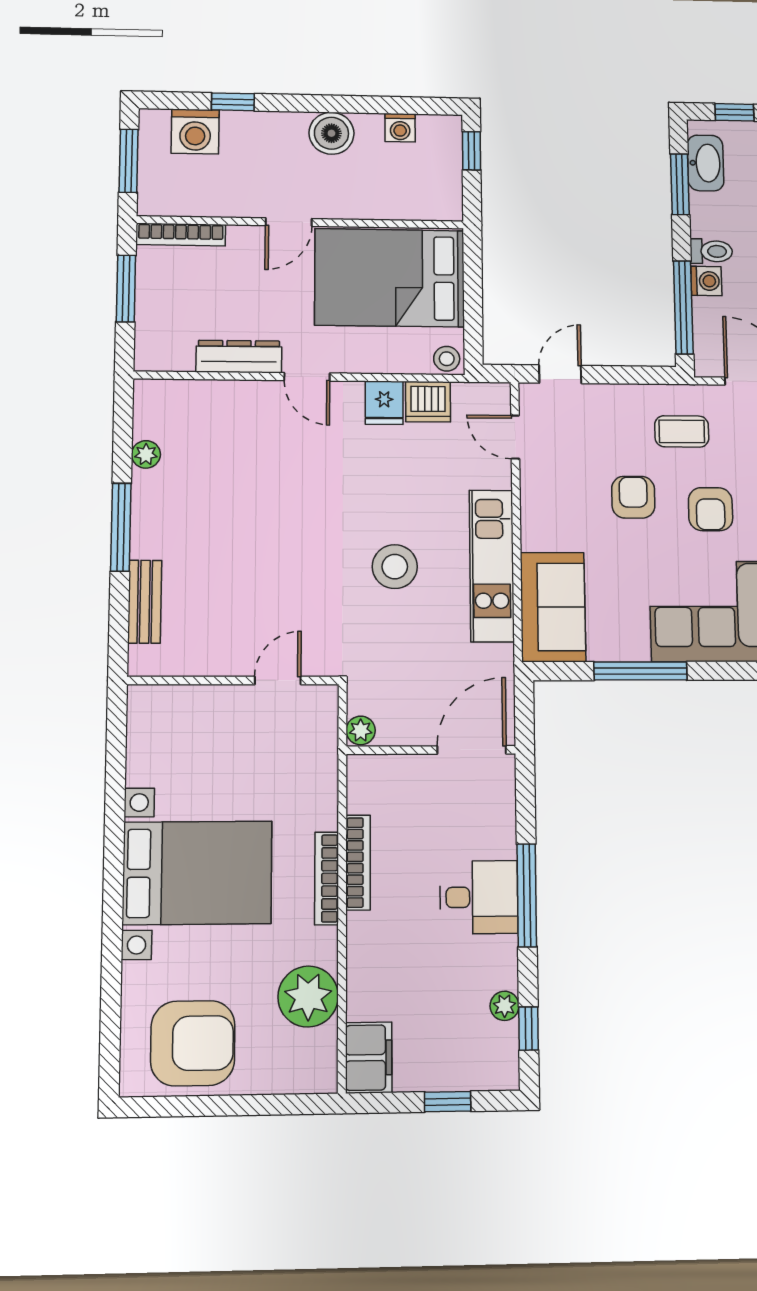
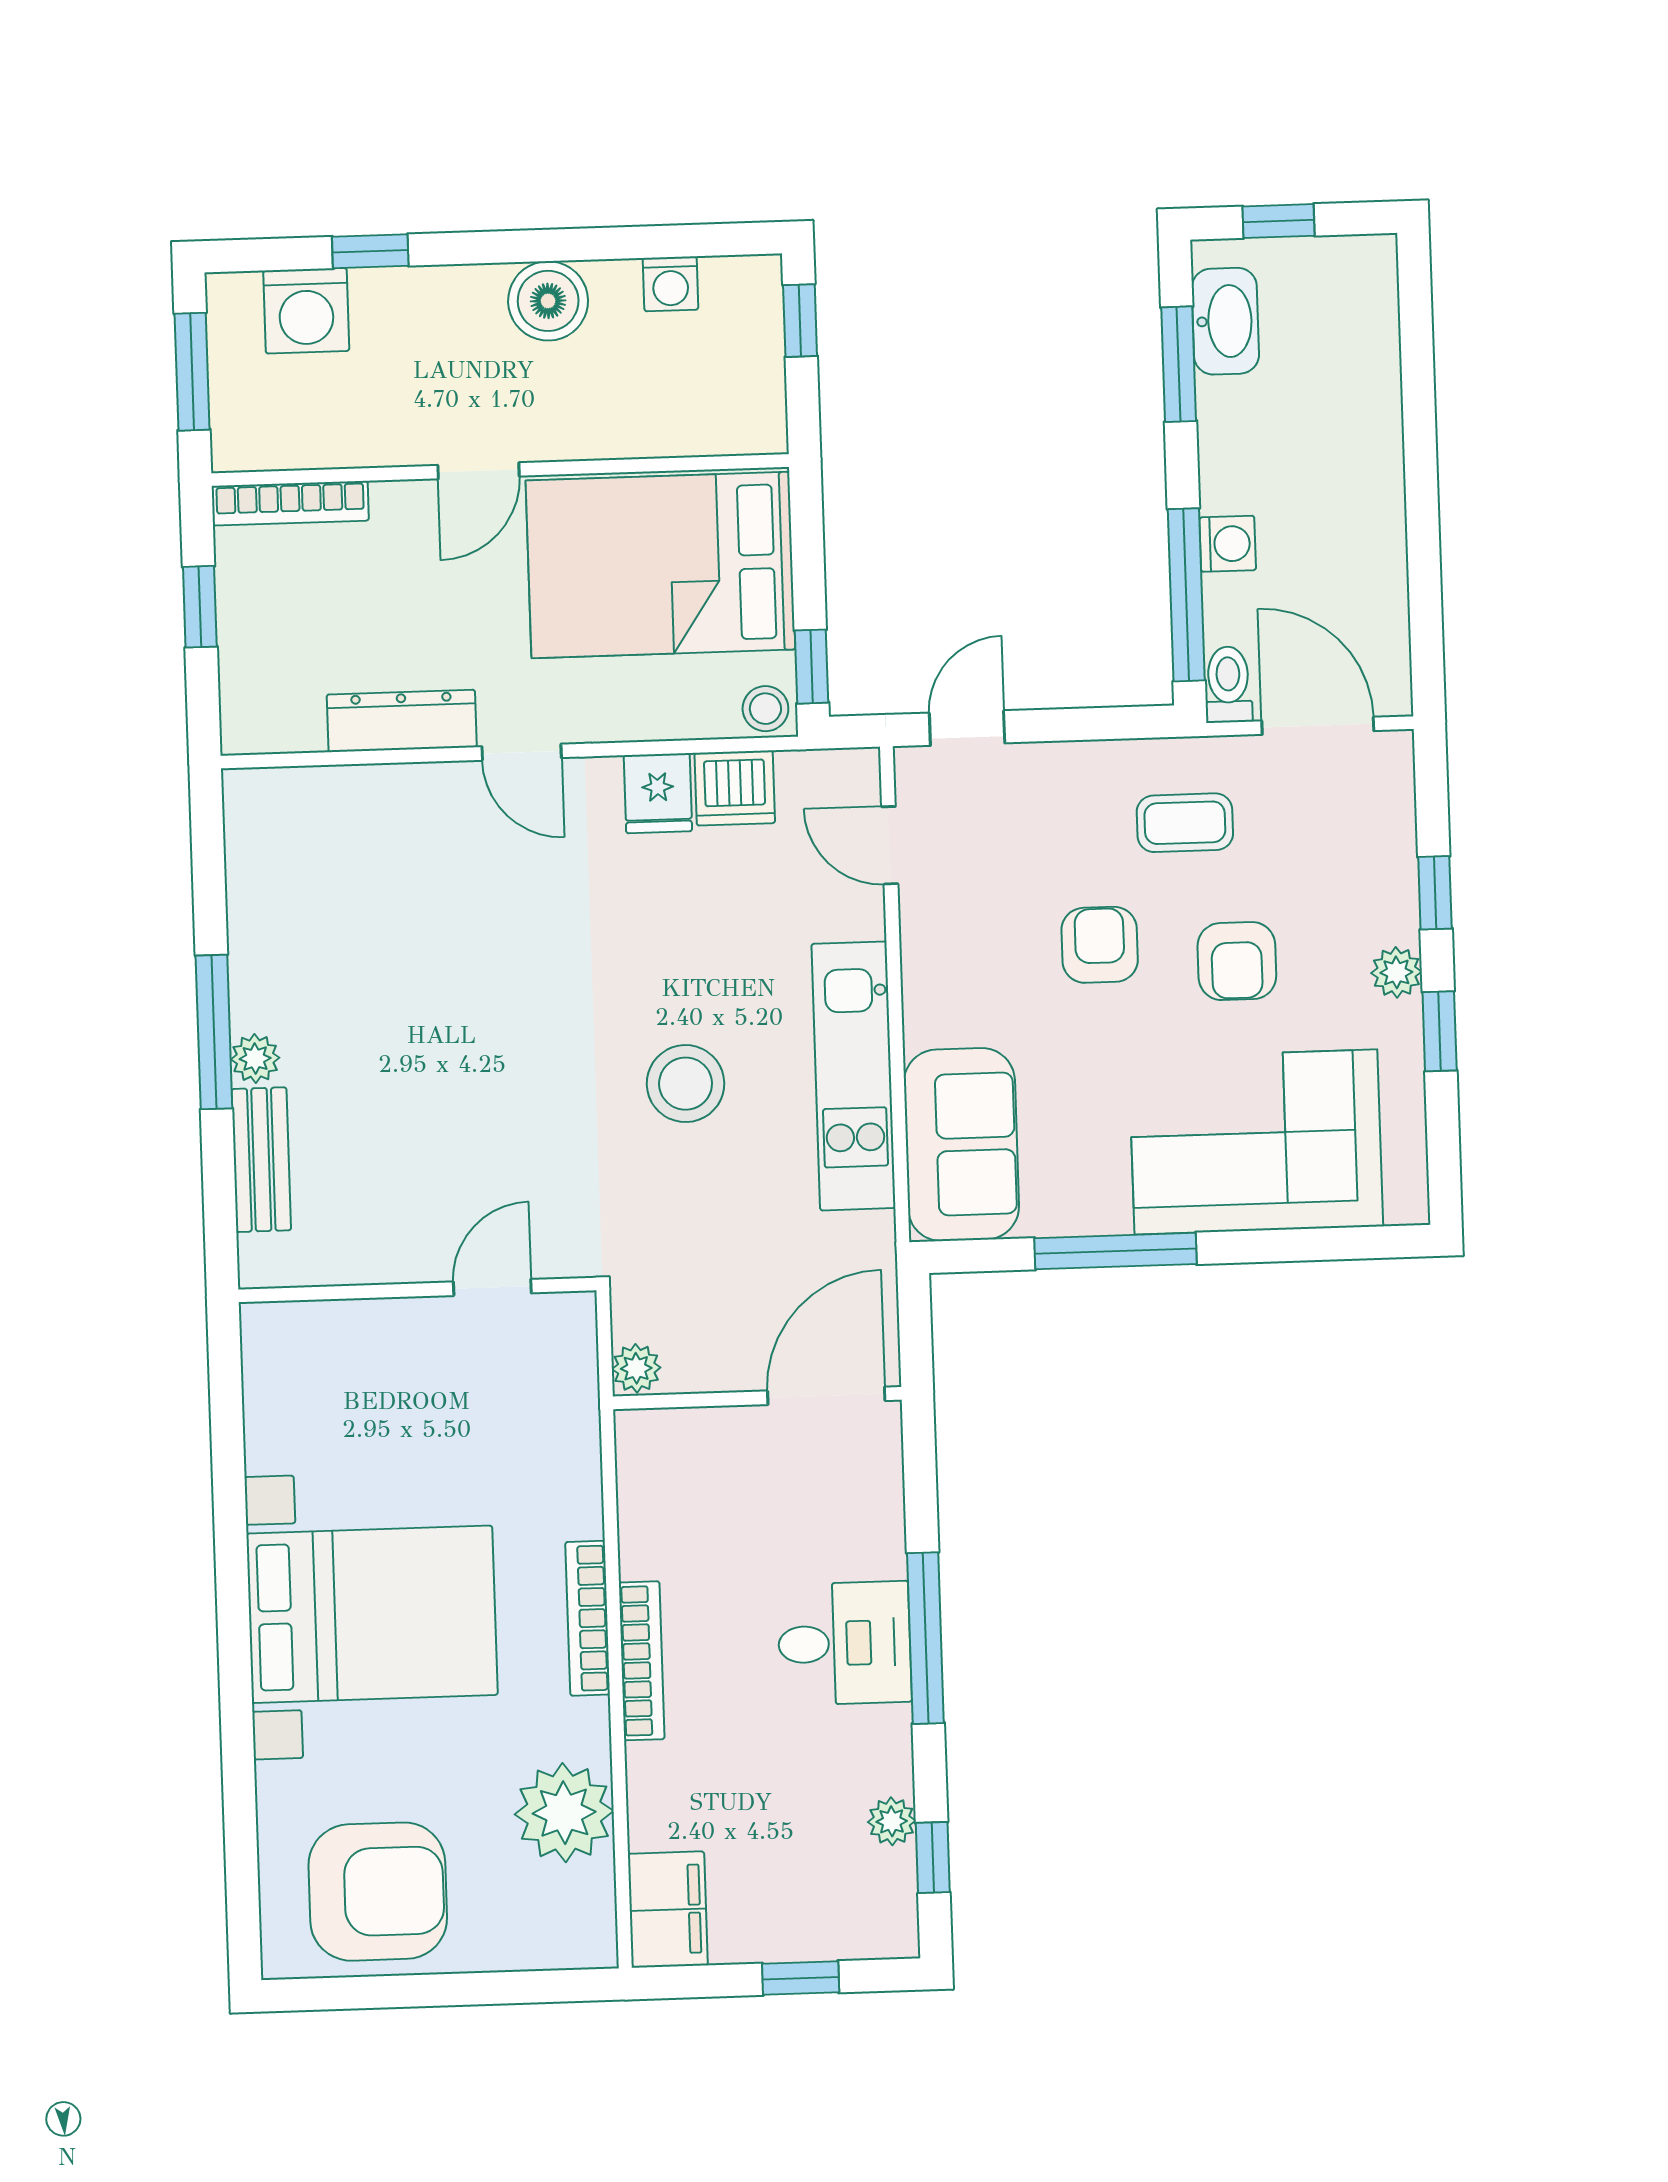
toilet: (711, 251) -> (1228, 684), moved, turned -90
window: (126, 289) -> (200, 607), width x0.67
window: (473, 337) -> (812, 667), added
plant: (146, 454) -> (255, 1059), moved
bookcase: (358, 863) -> (642, 1661), moved

